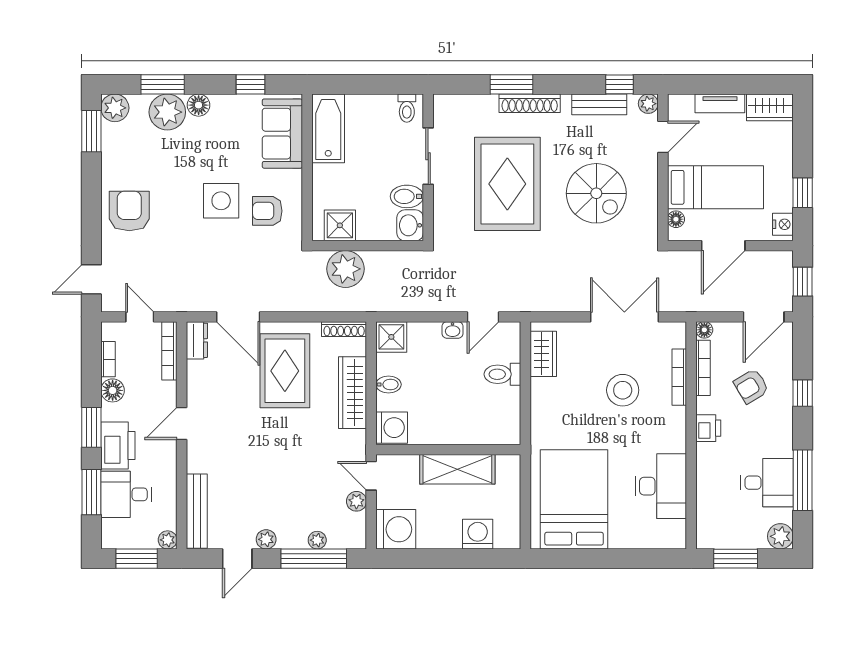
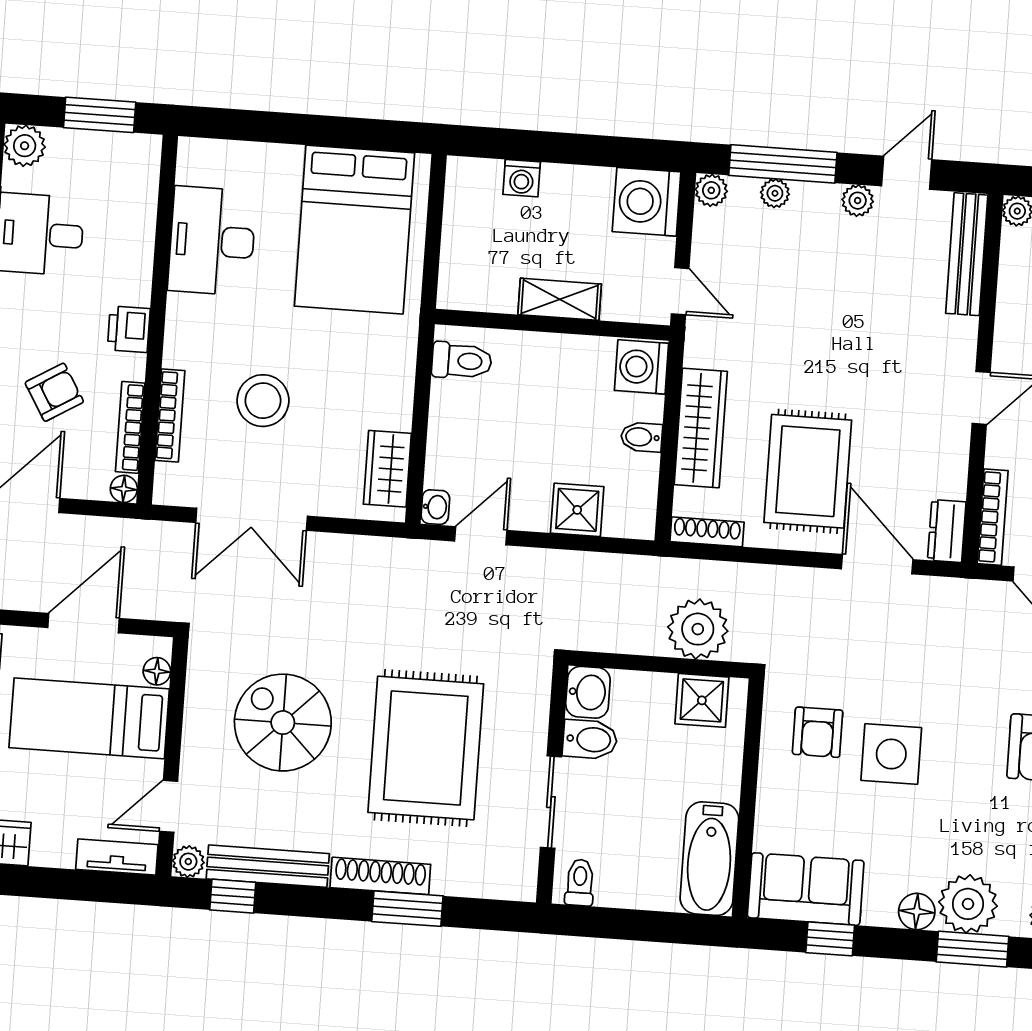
tv unit: (720, 103) -> (117, 857), moved
bench: (599, 104) -> (268, 866), width x1.36
sofa: (282, 134) -> (806, 889), moved, turned -90
armchair: (267, 211) -> (818, 732), turned 90
washbasin: (453, 330) -> (435, 507), moved, turned 90
shower: (391, 337) -> (577, 510), moved
toilet: (502, 374) -> (462, 361), moved
shelving: (457, 469) -> (560, 299), width x0.67, depth x0.75
plant: (356, 501) -> (711, 190), moved
washing machine: (478, 534) -> (522, 178), width x0.73, depth x0.73

